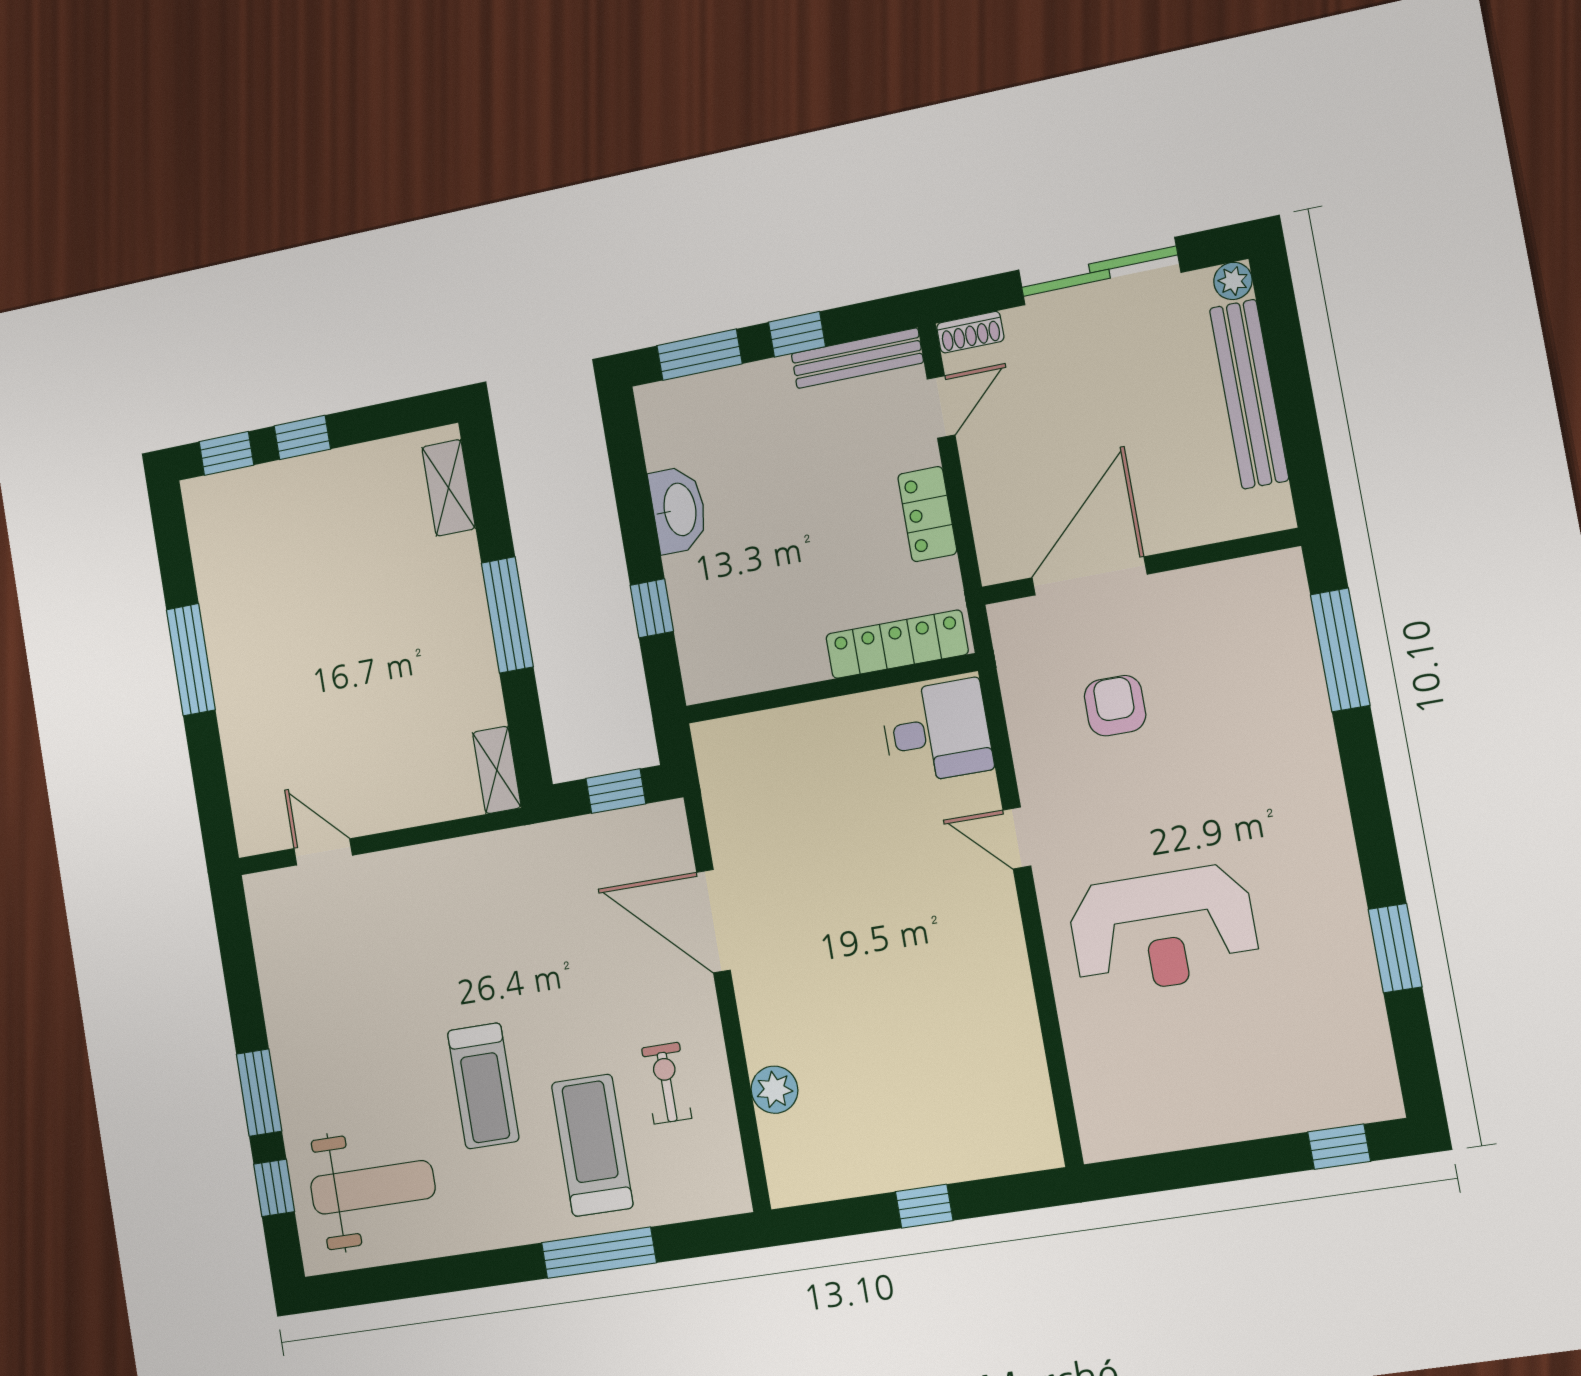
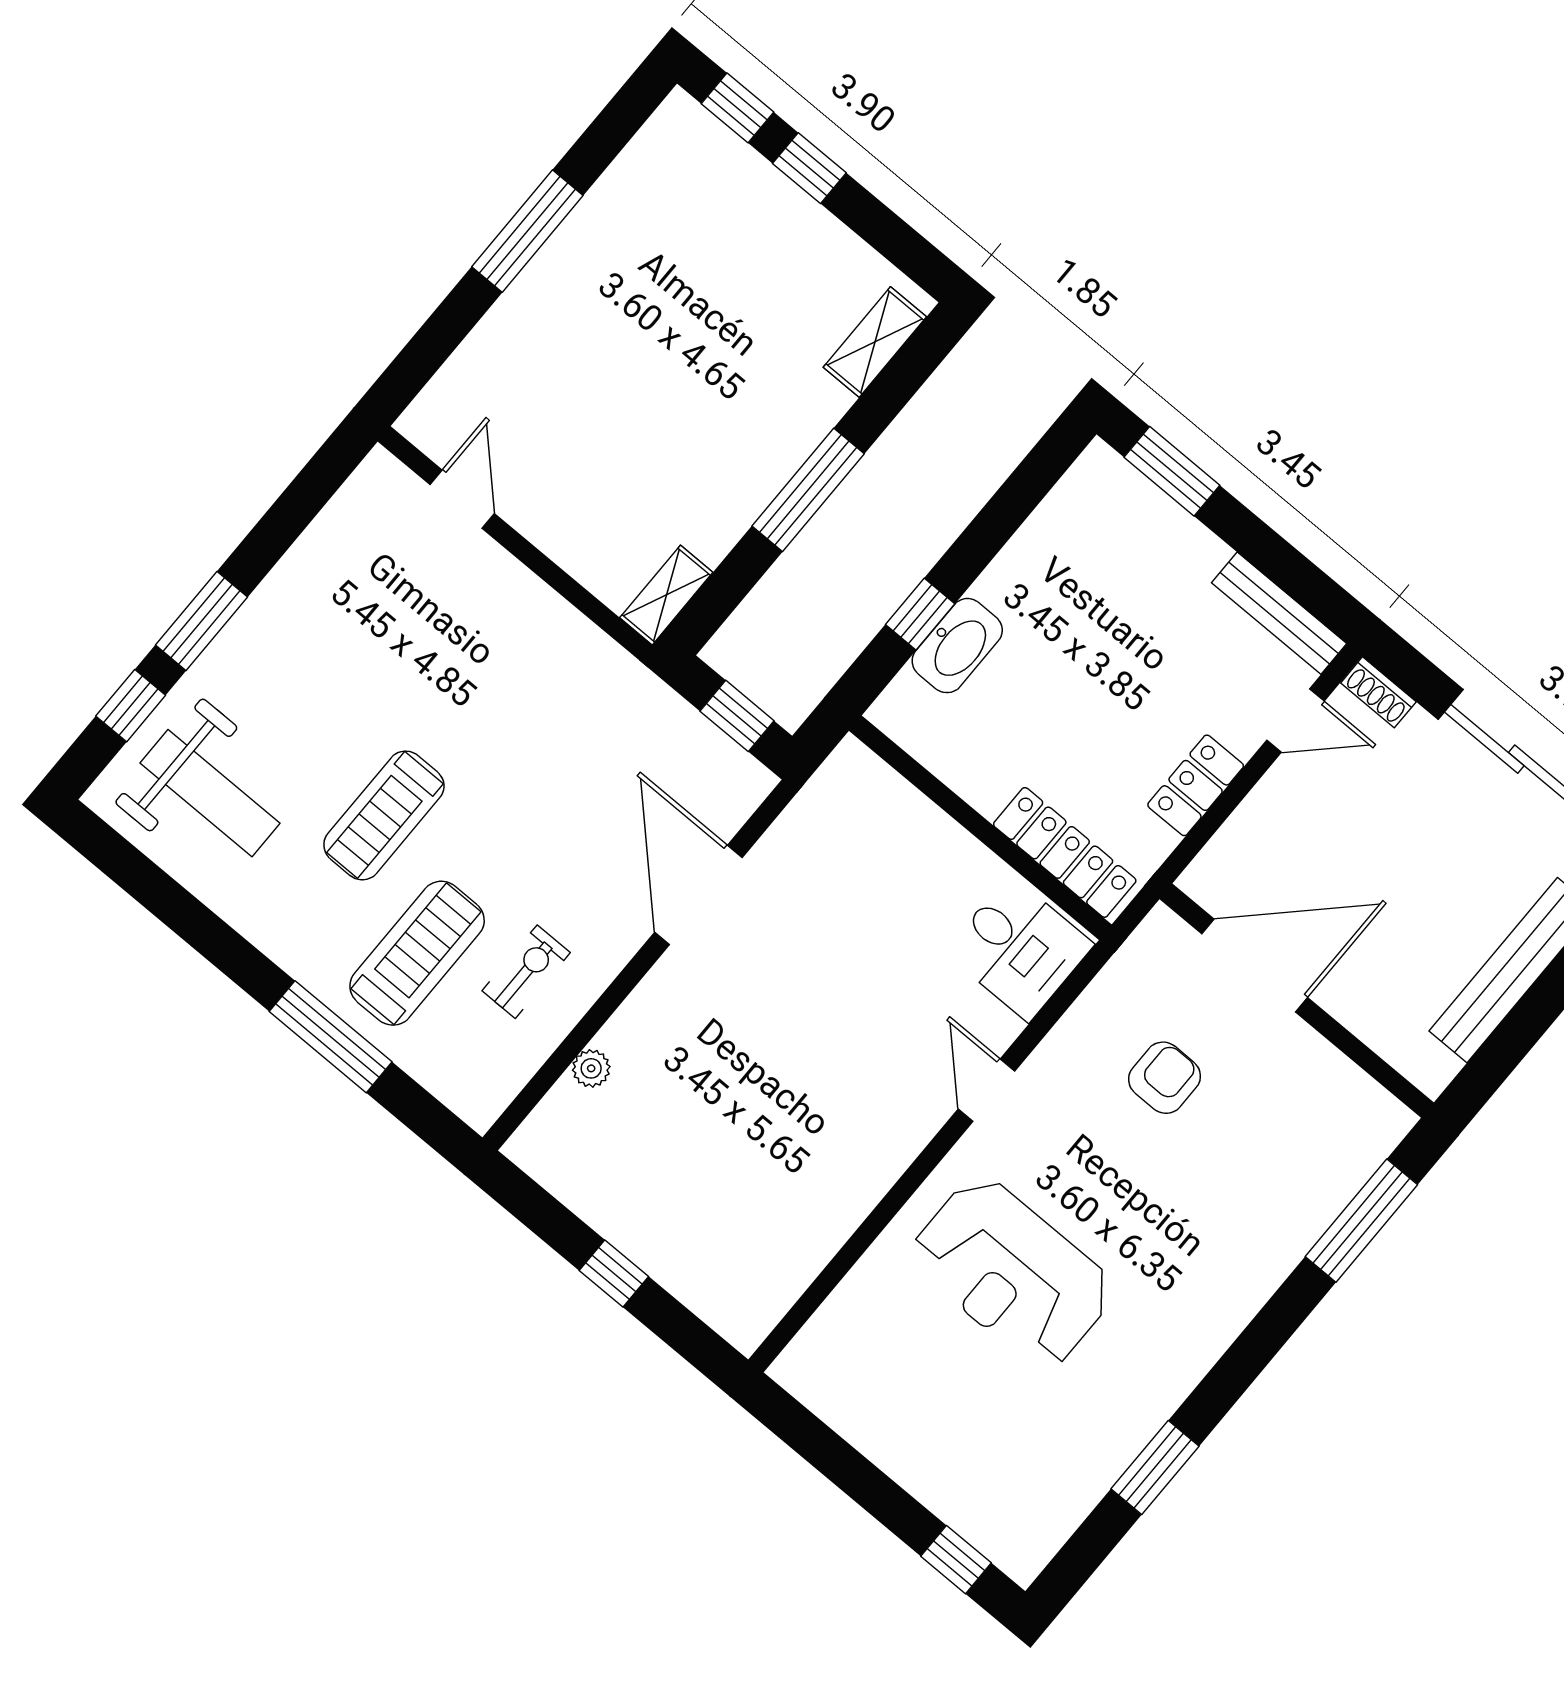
window: (797, 334) -> (1258, 543), removed
washbasin: (678, 510) -> (957, 646), moved
plant: (774, 1090) -> (591, 1068), width x0.73, depth x0.73

